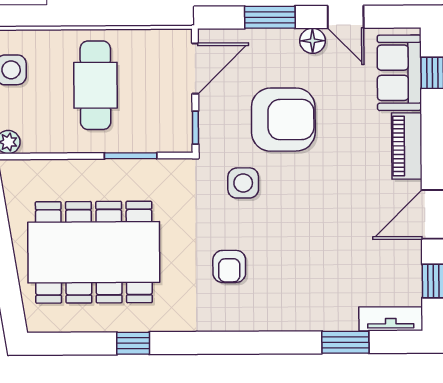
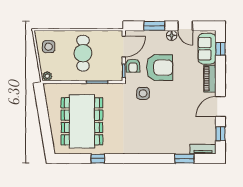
dining table: (94, 252) -> (82, 121), turned 90
armchair: (229, 266) -> (133, 66), moved

